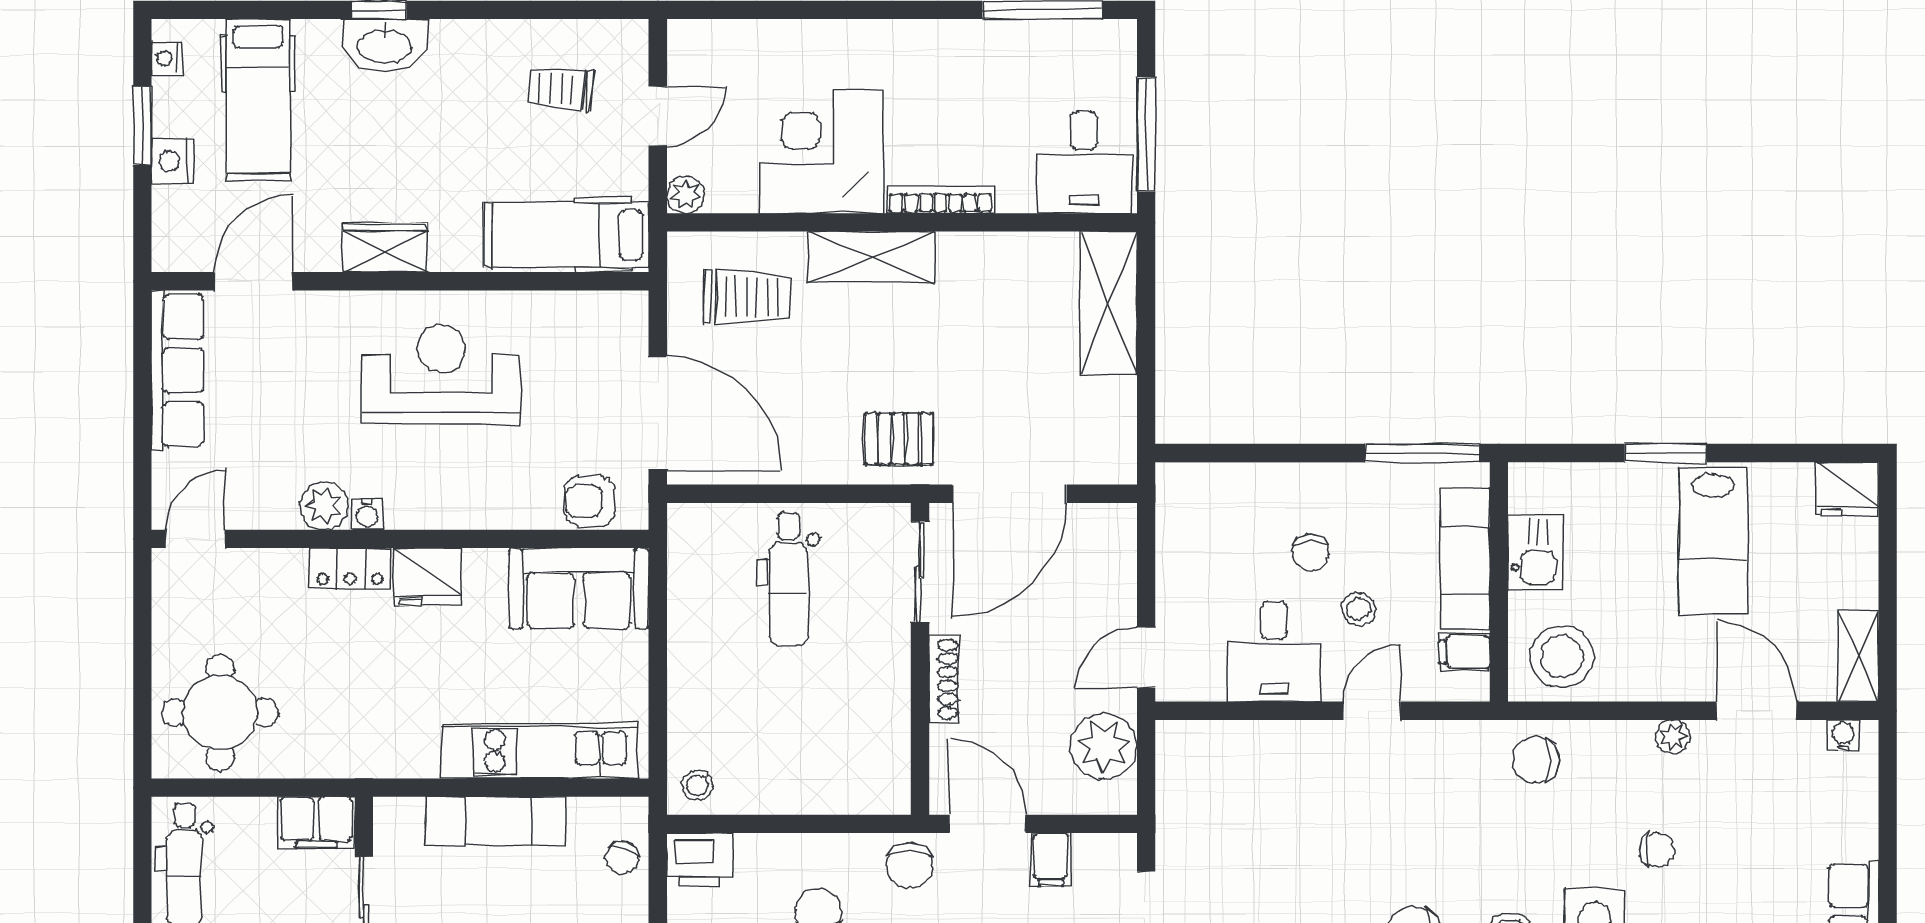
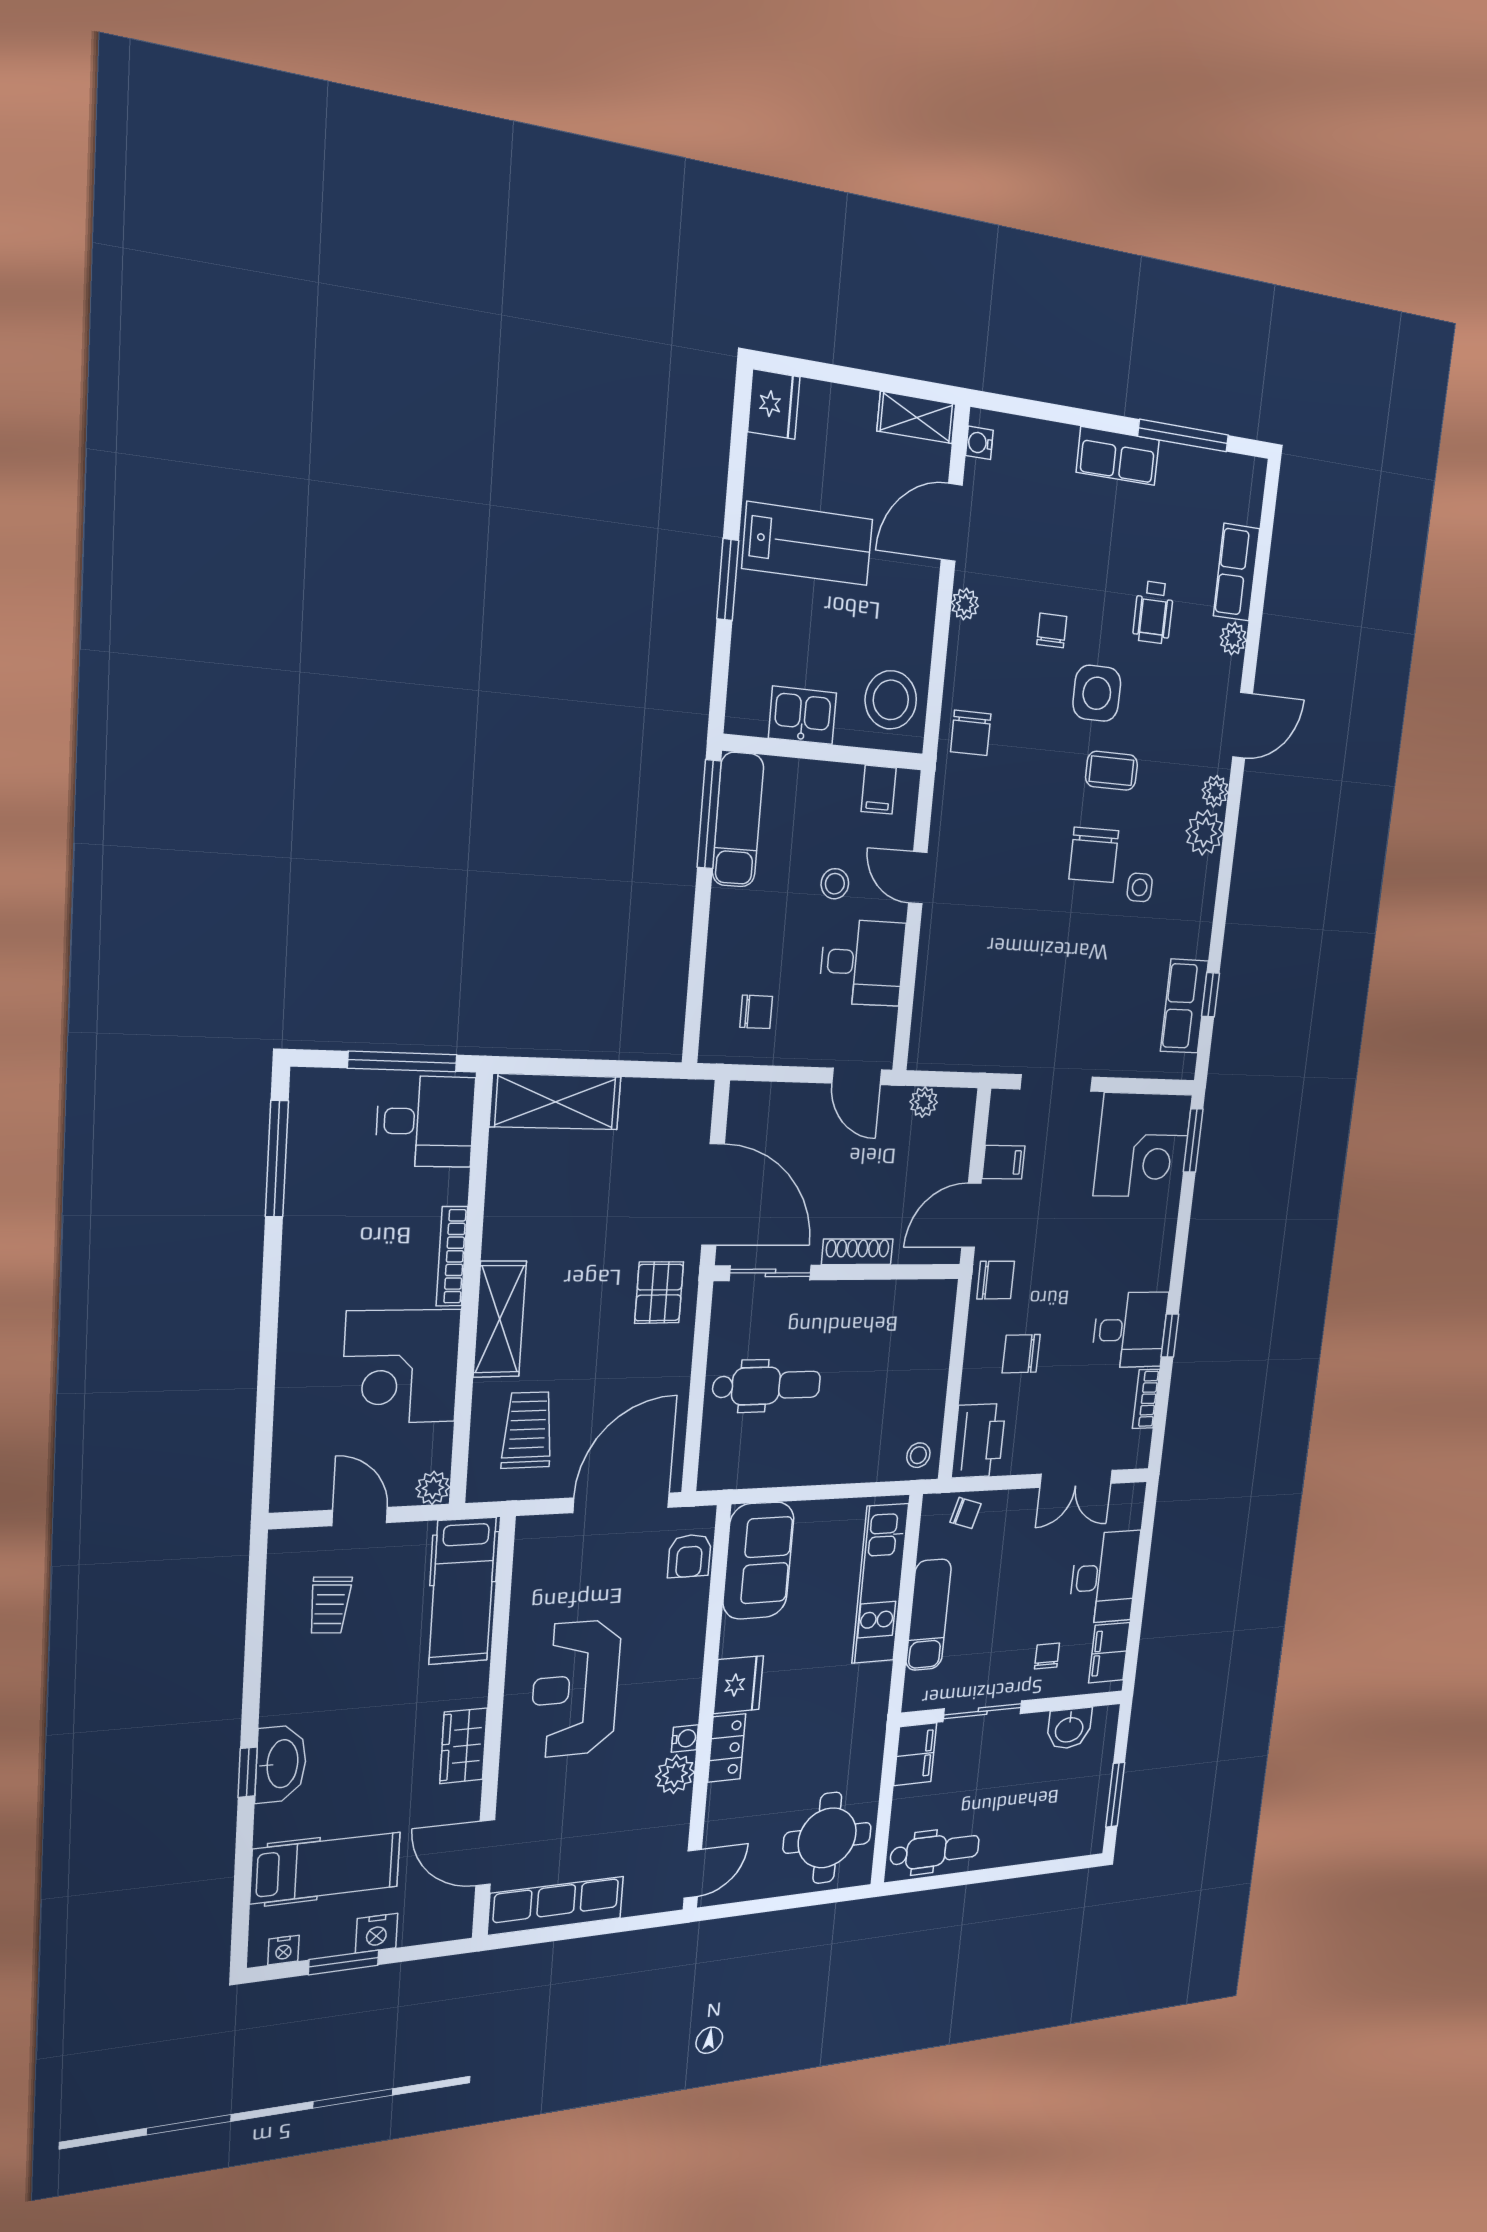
door: (196, 539) -> (693, 1874), swing flipped
chair: (1311, 553) -> (756, 1012), moved
exam couch: (1465, 559) -> (738, 820), moved, turned -90
plant: (1104, 746) -> (924, 1102), width x0.53, depth x0.53
printer: (700, 860) -> (979, 1441), width x1.37, depth x1.19

